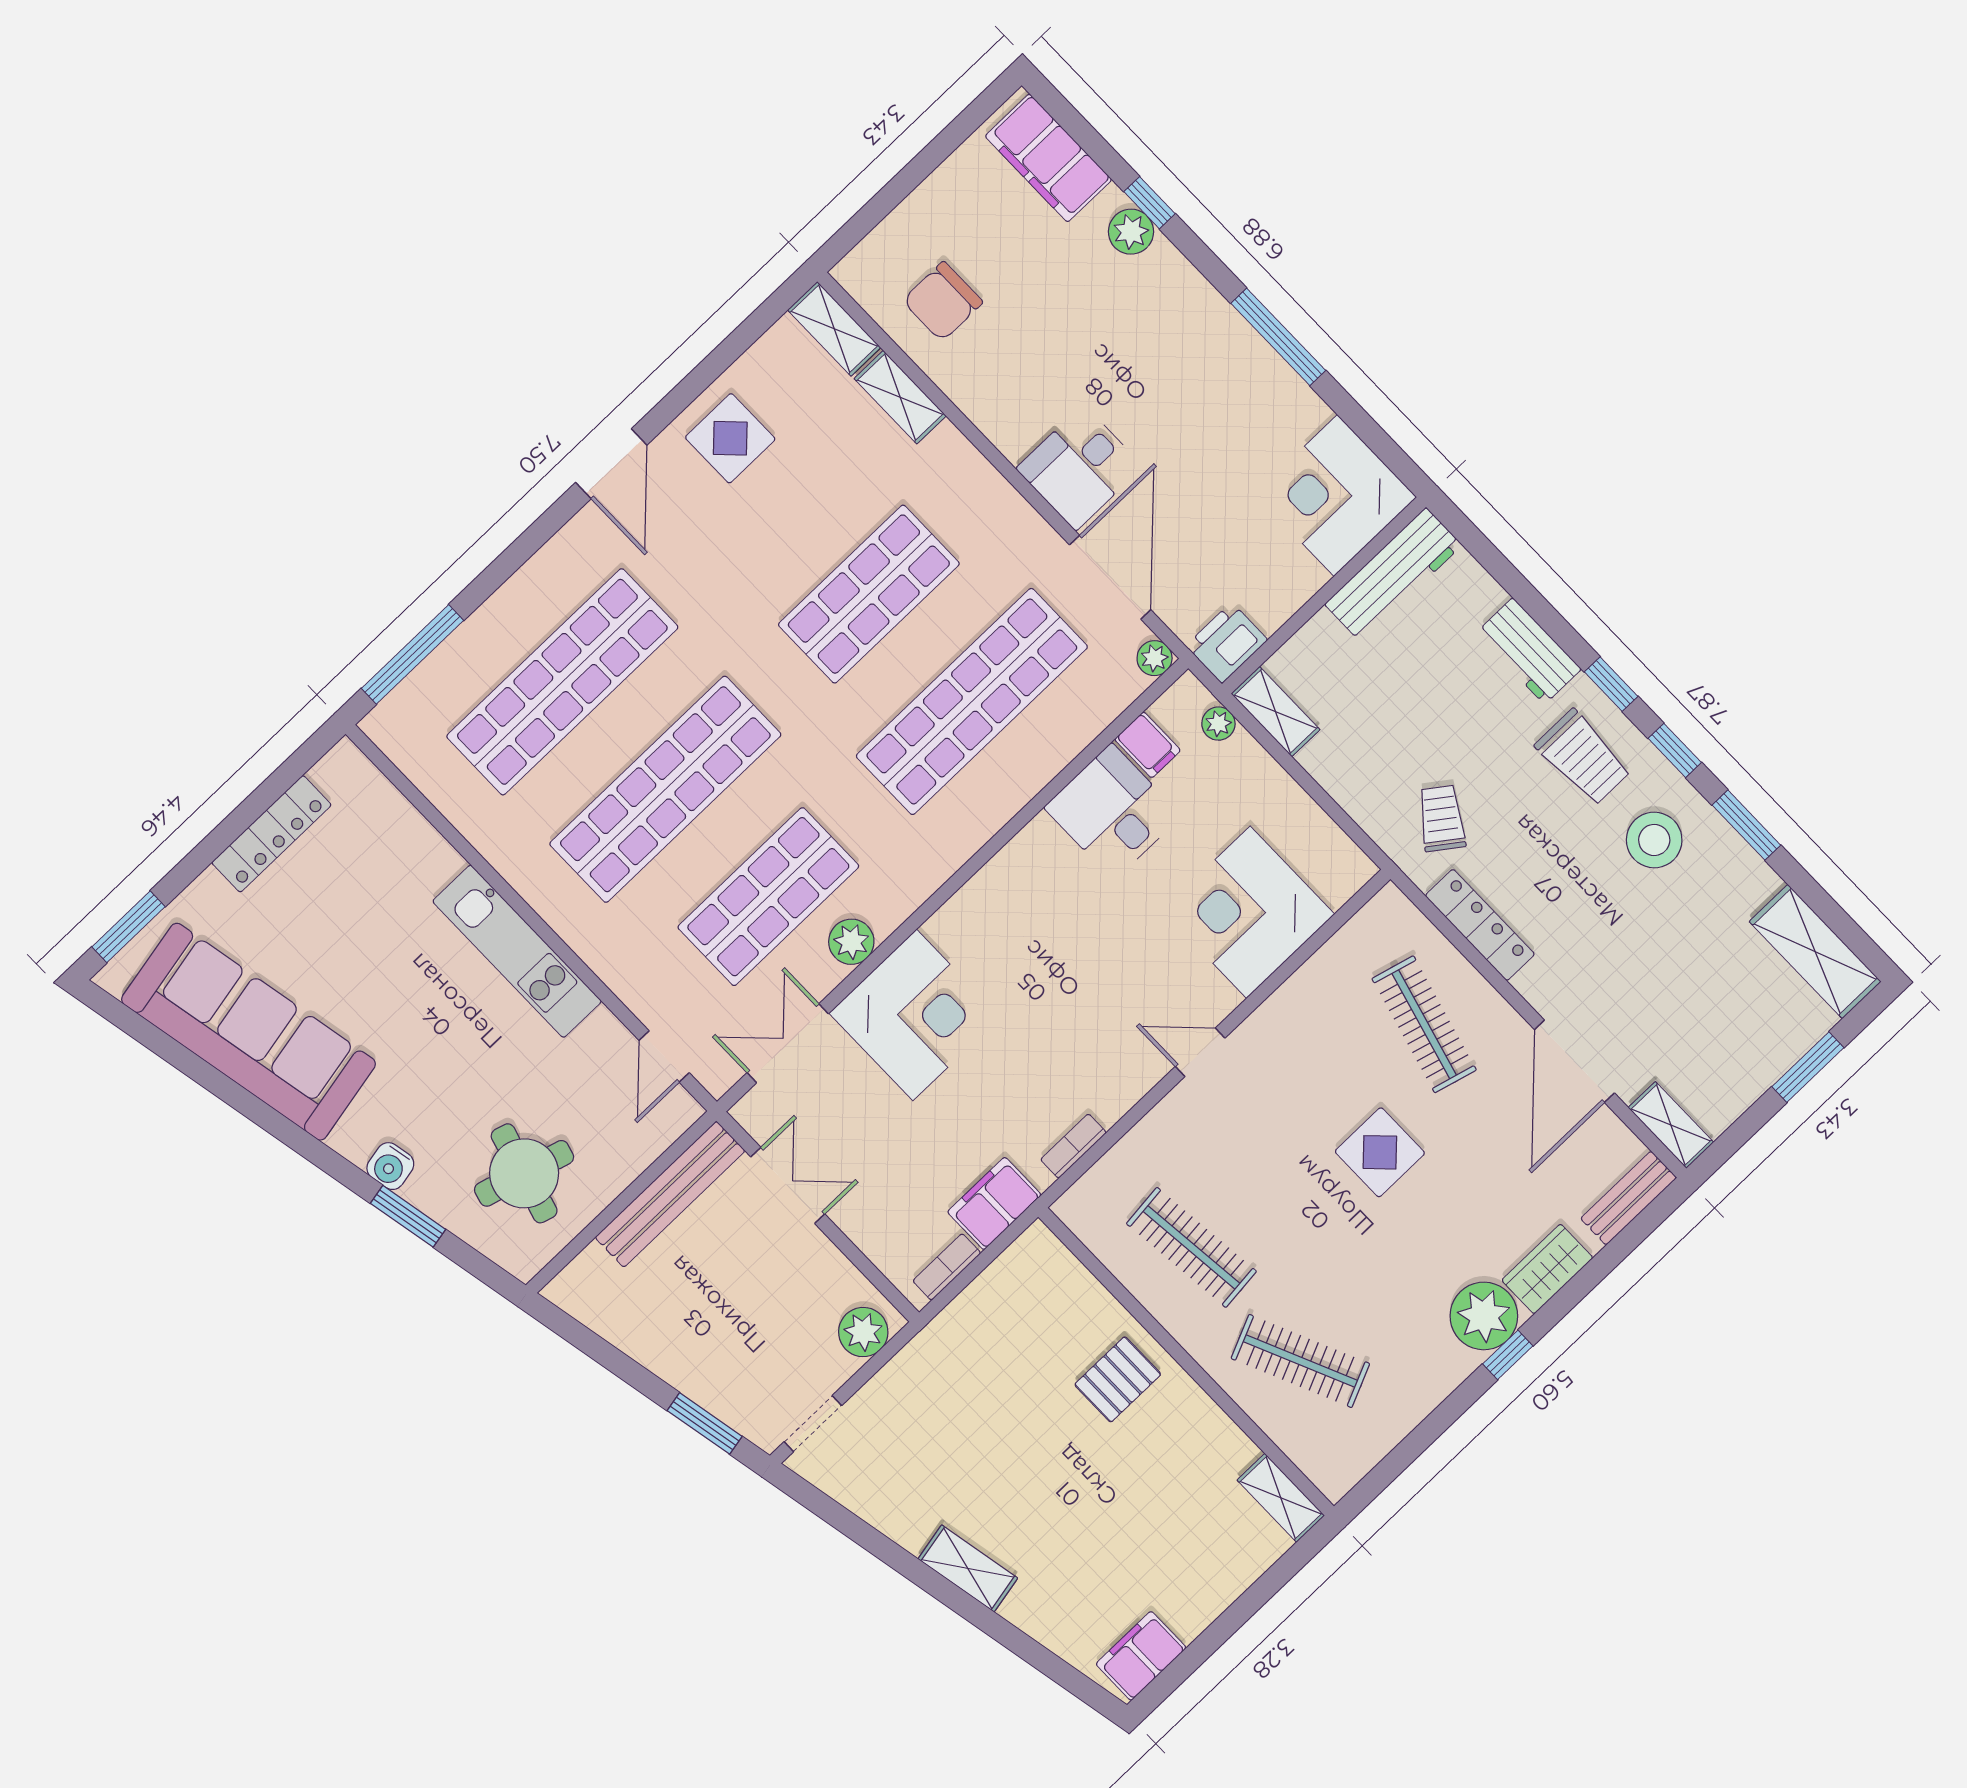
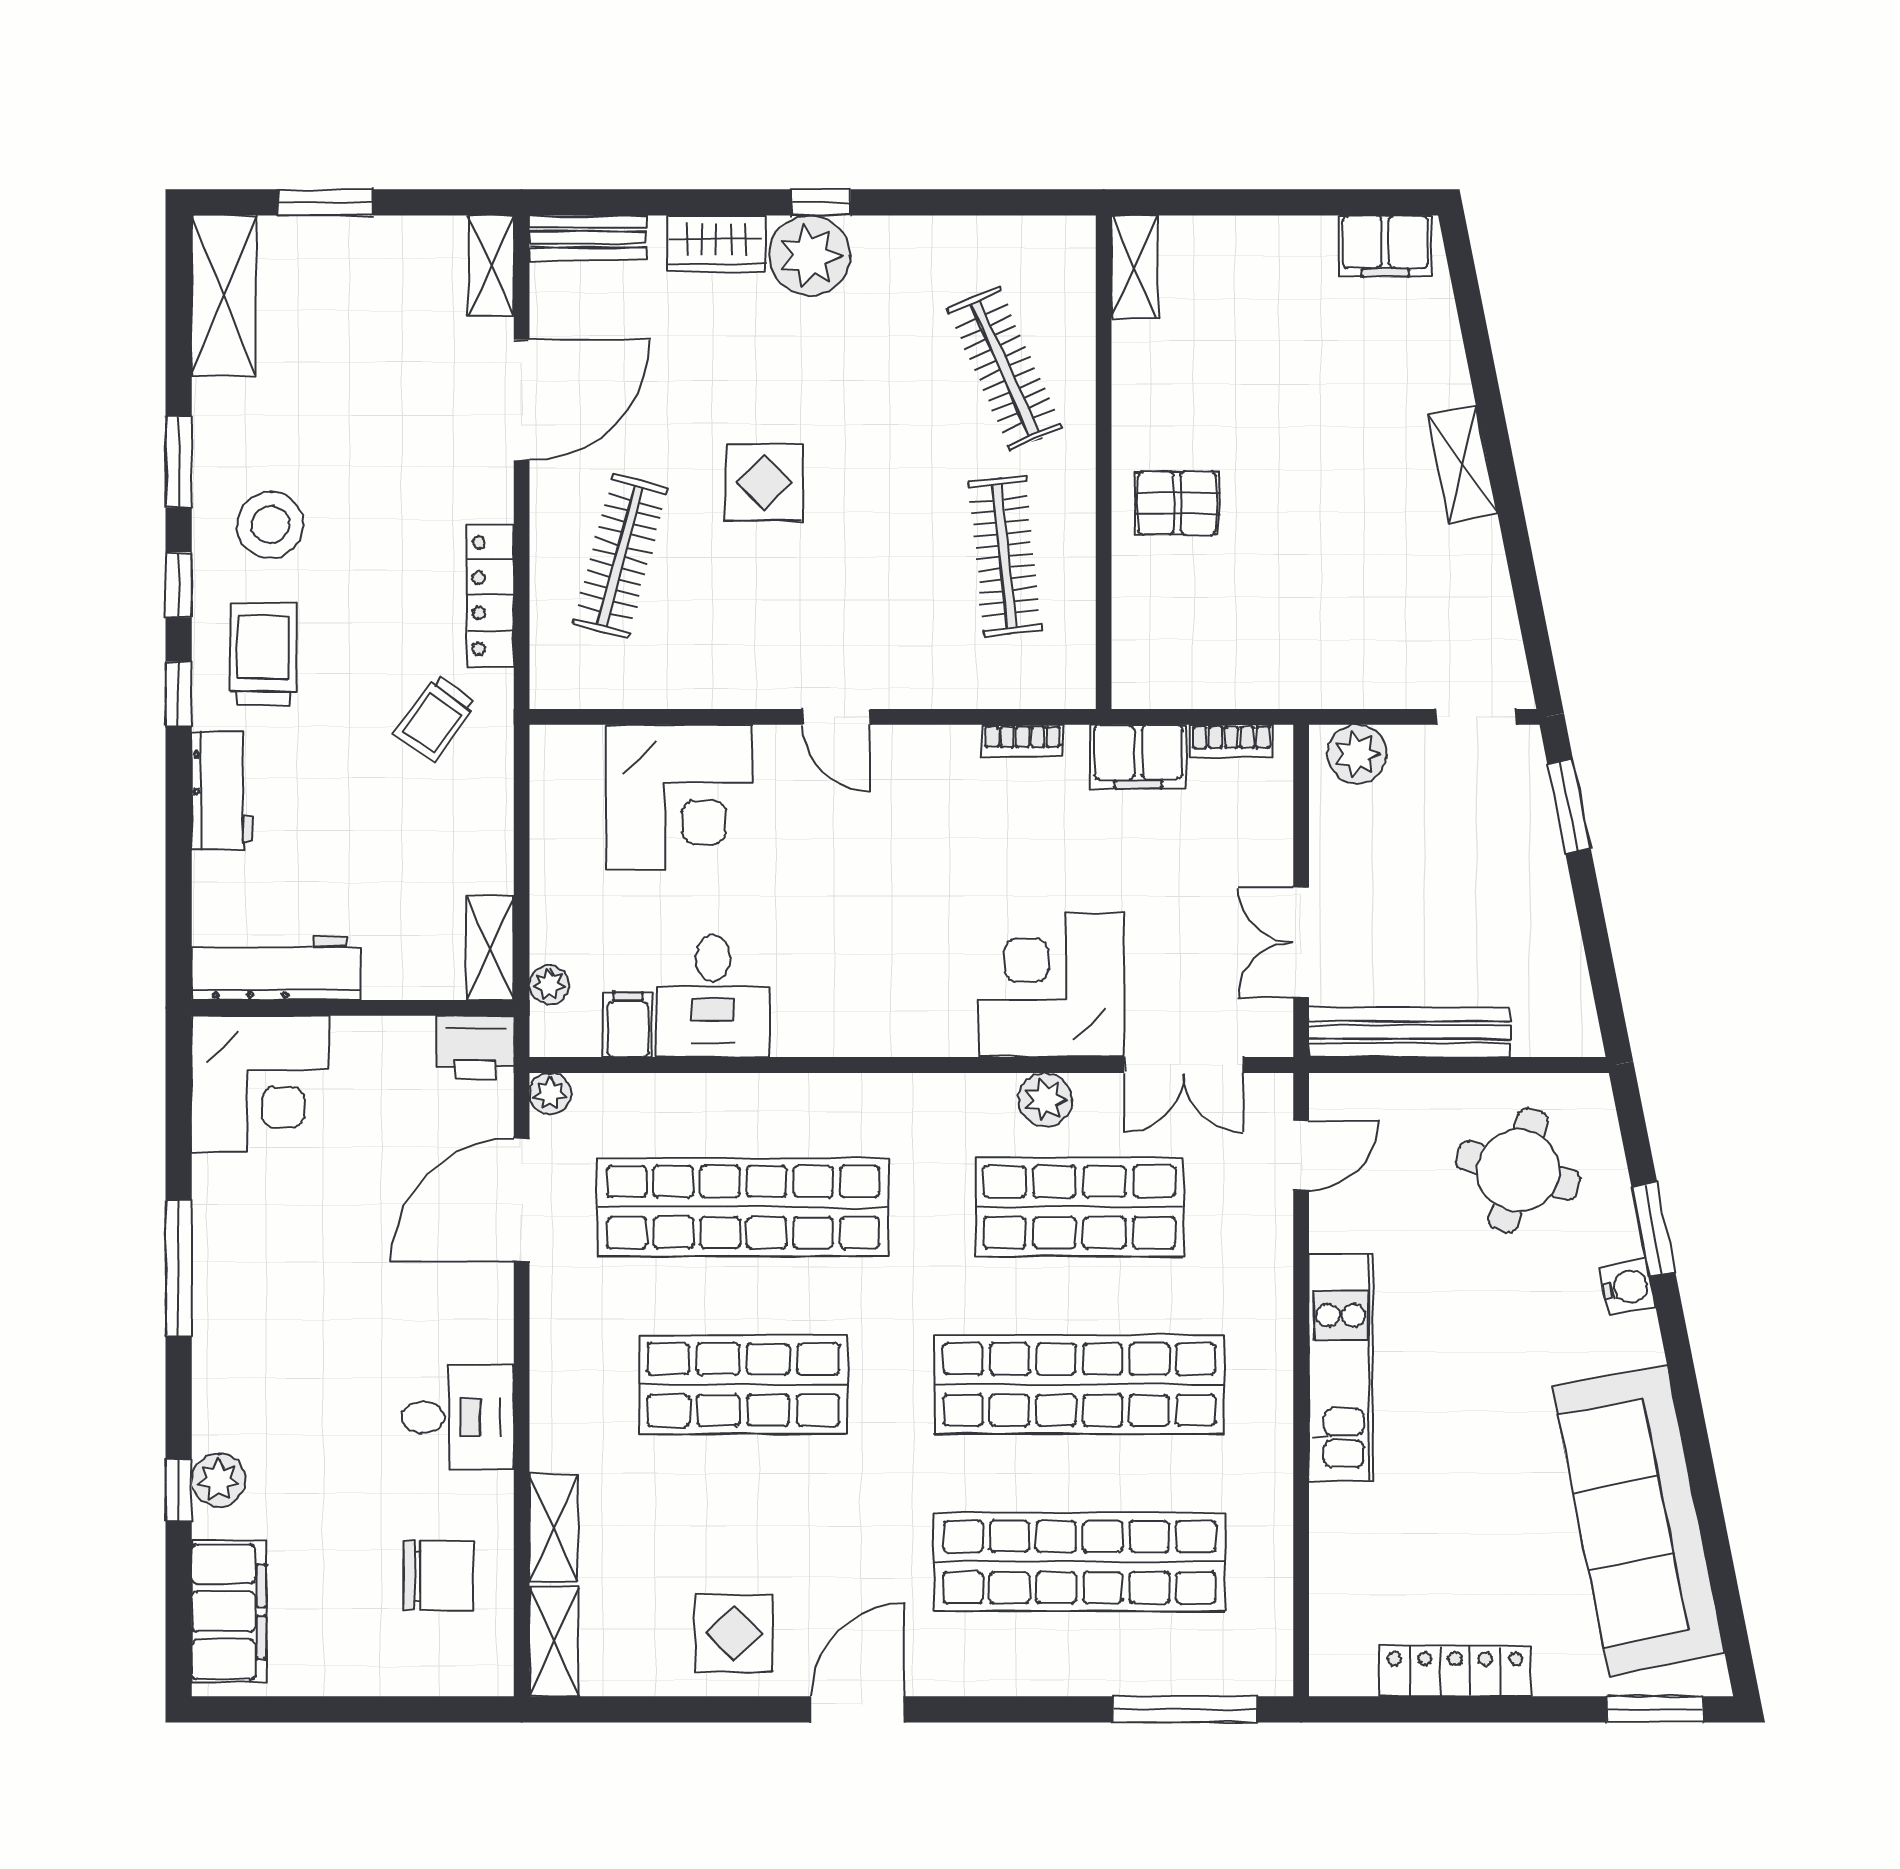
desk: (1079, 468) -> (458, 1417), moved

